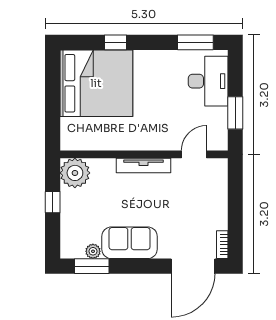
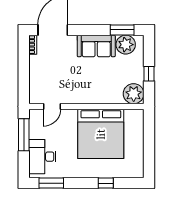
bed: (96, 83) -> (101, 134), moved, turned -90
window: (235, 113) -> (24, 135), width x1.44
tv unit: (144, 165) -> (87, 99), removed
plant: (93, 251) -> (126, 45), width x1.88, depth x1.88

